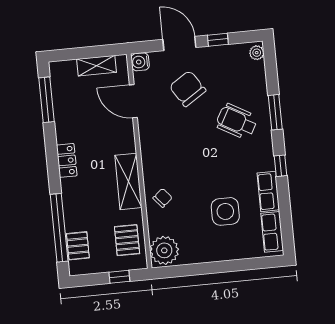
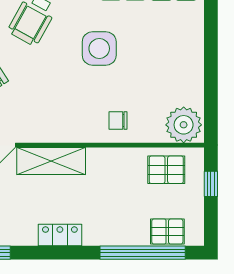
shelving: (128, 181) -> (51, 161), moved
chair: (163, 198) -> (118, 120), turned -50
side table: (225, 211) -> (99, 49), moved

